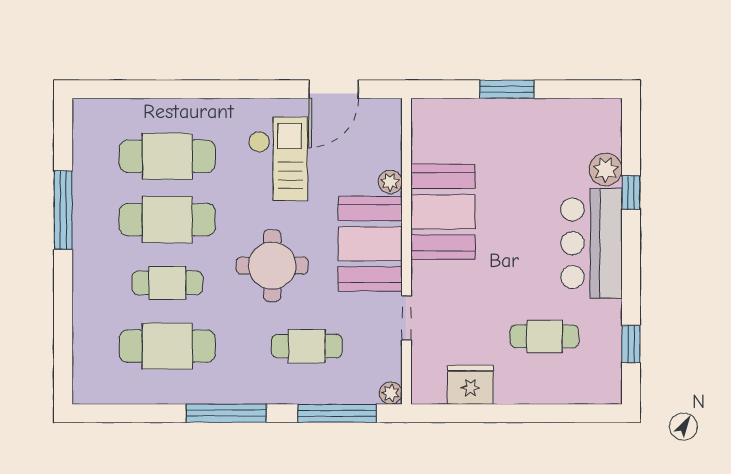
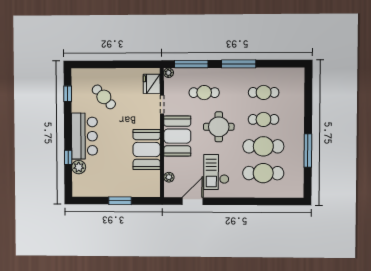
plant: (390, 182) -> (169, 177), moved
cafe table: (544, 336) -> (104, 97), turned 47
cafe table: (167, 346) -> (264, 92), width x0.73, depth x0.74
fridge: (470, 385) -> (152, 84), moved, turned 90

